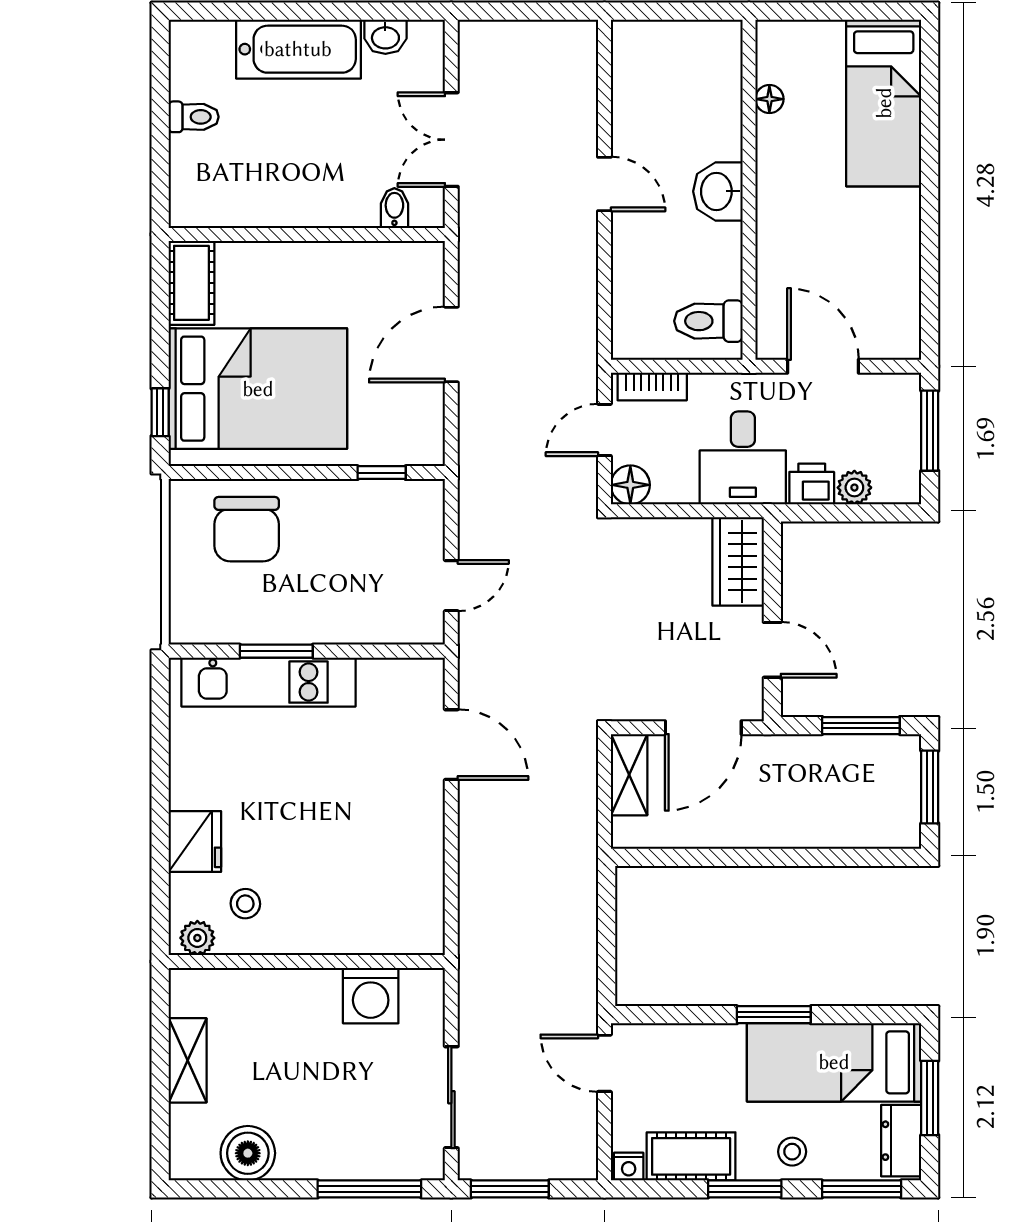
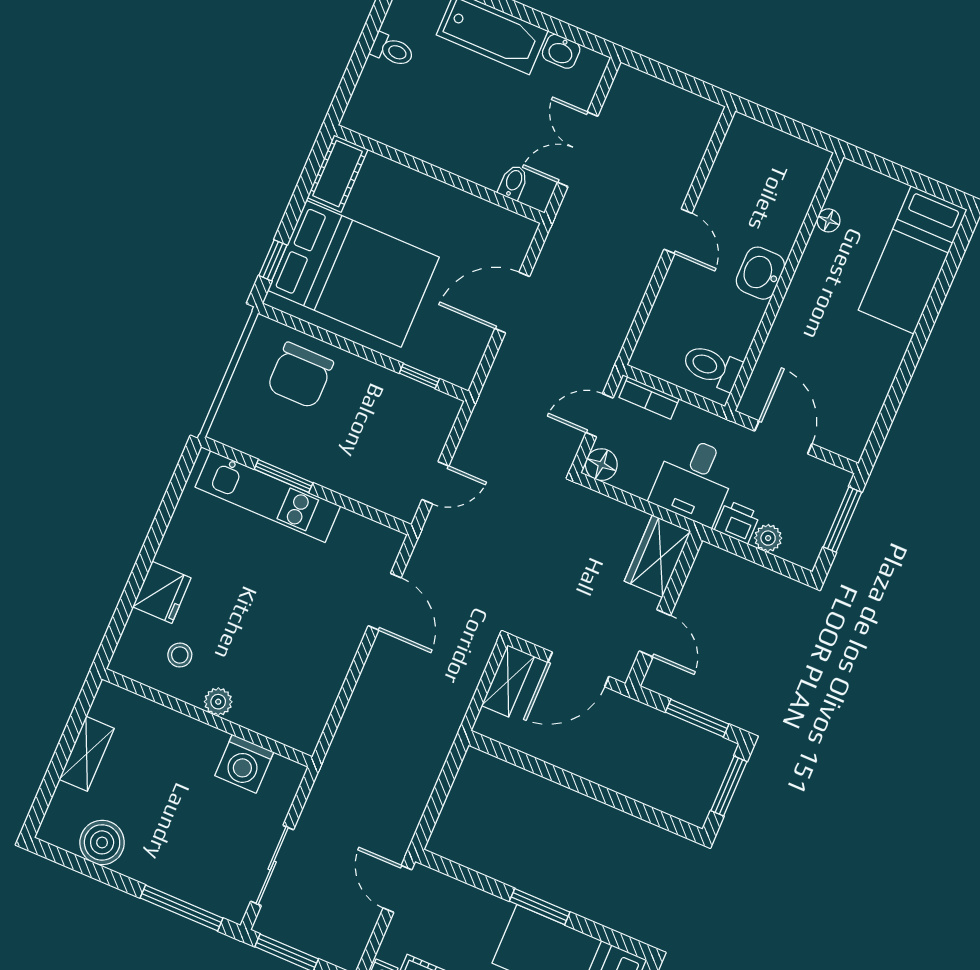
plant: (197, 938) -> (218, 702), moved

